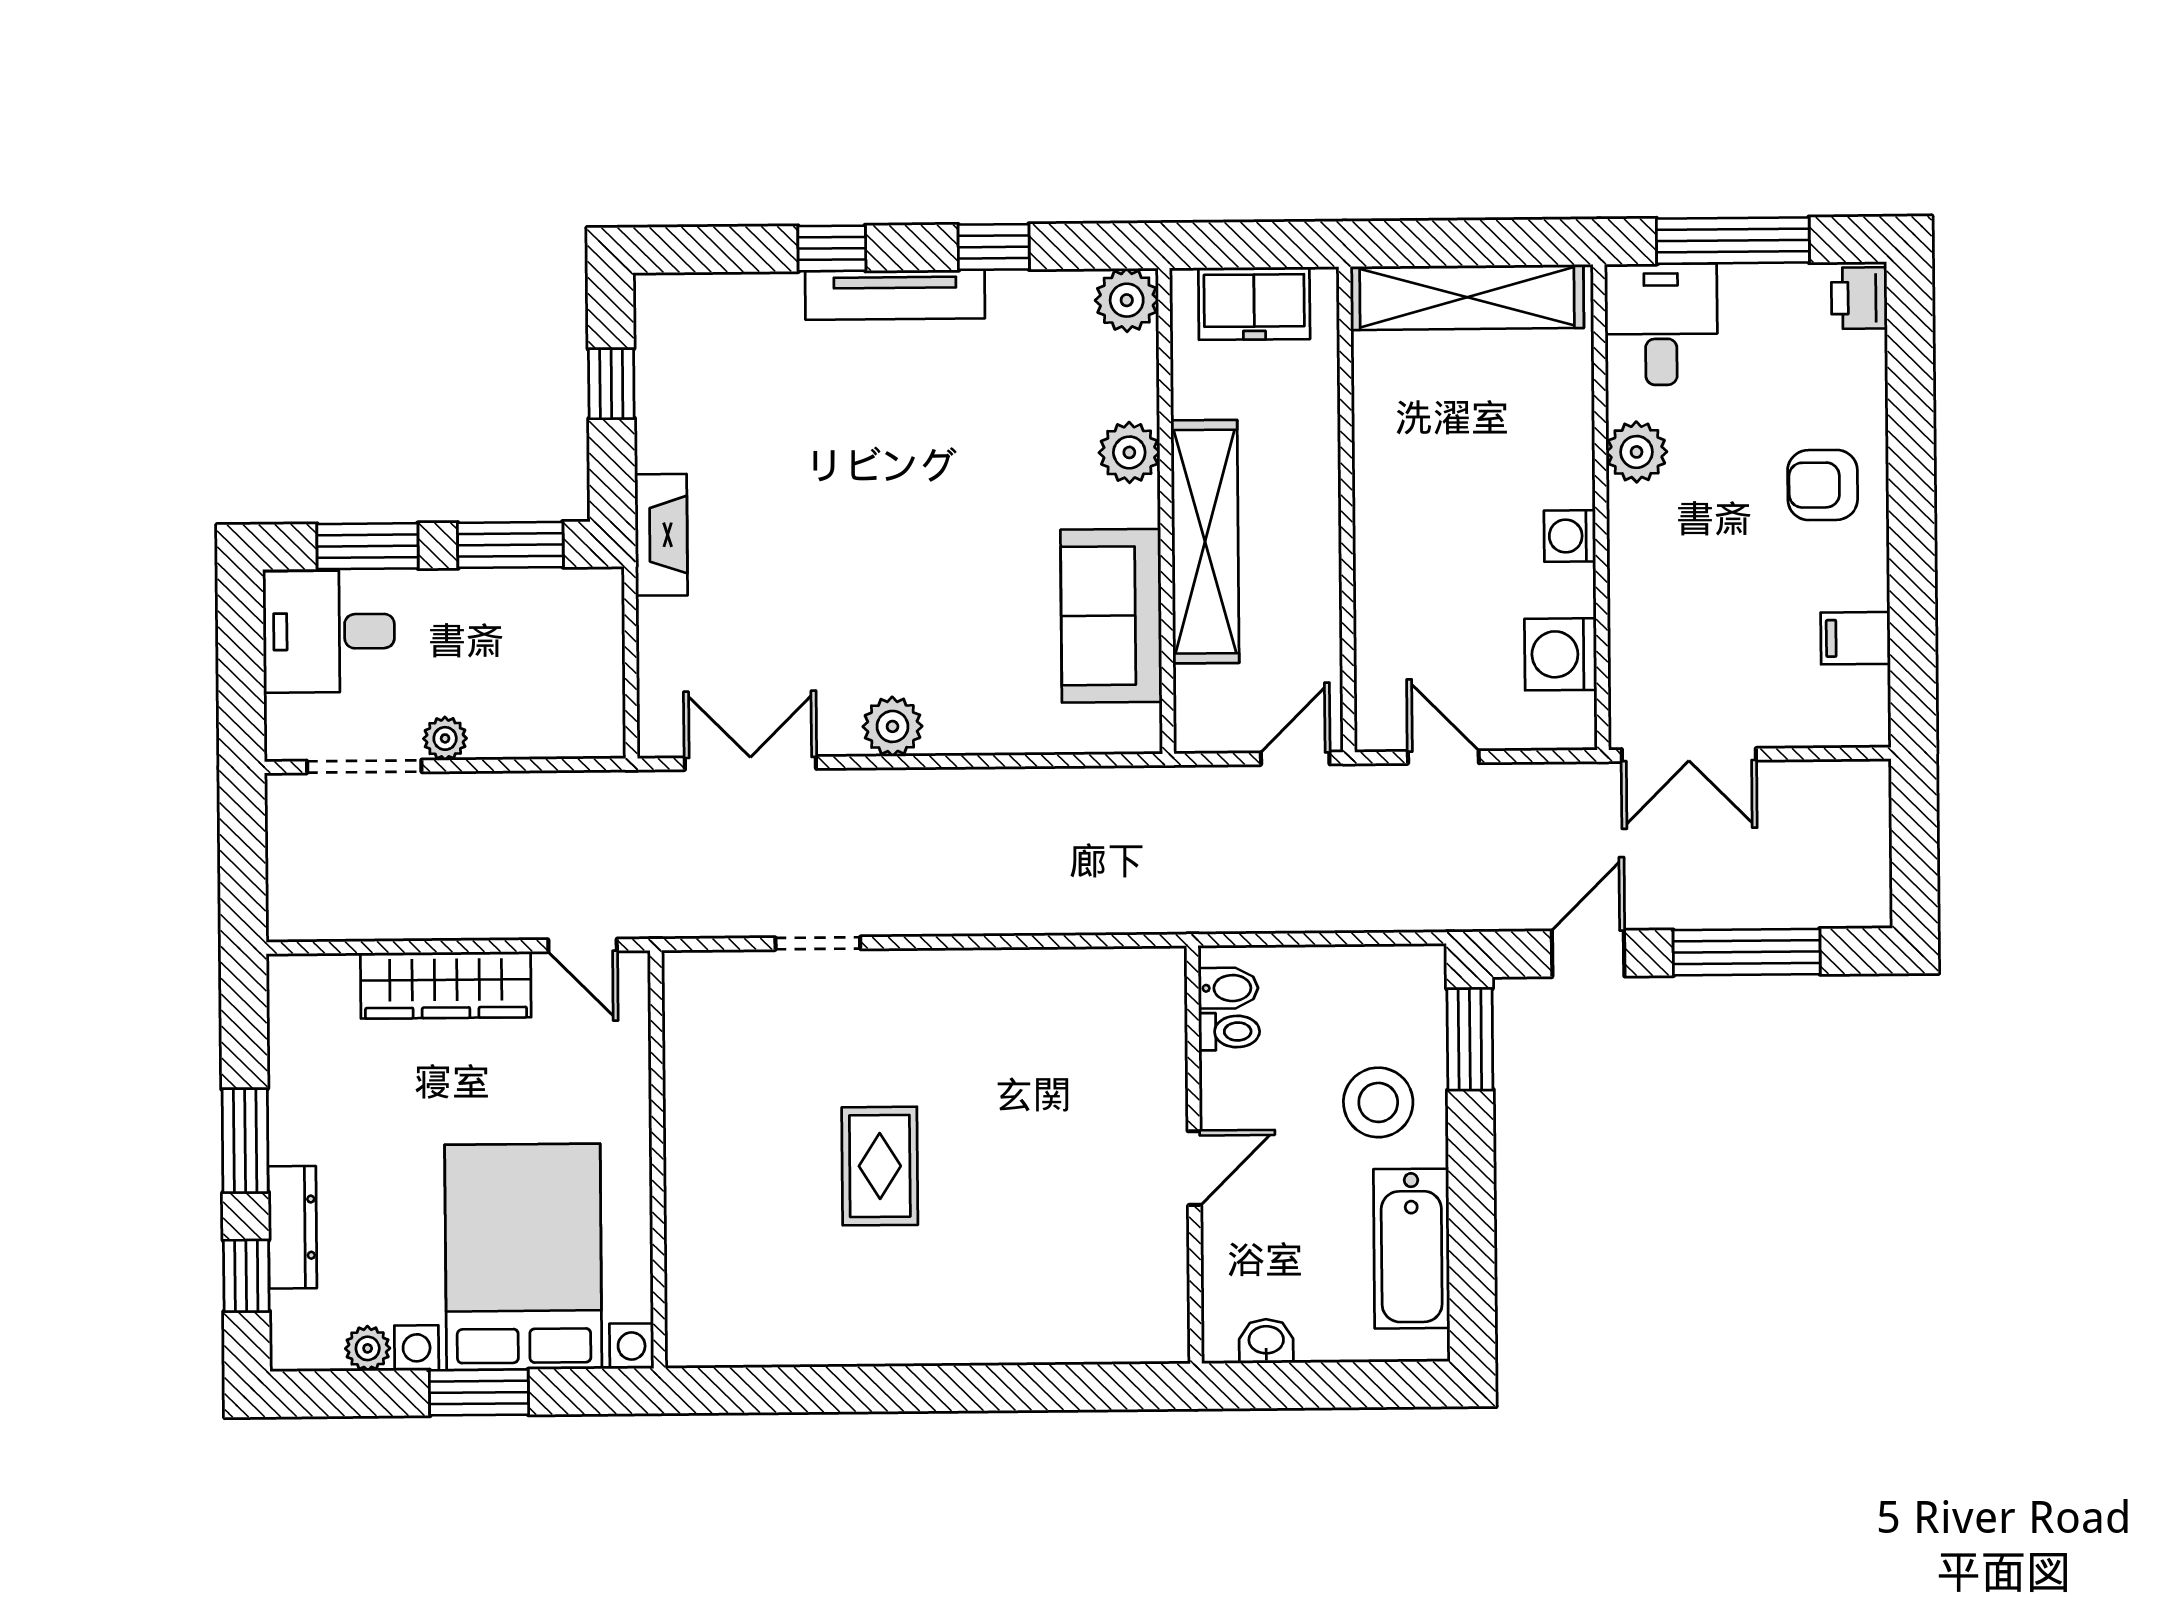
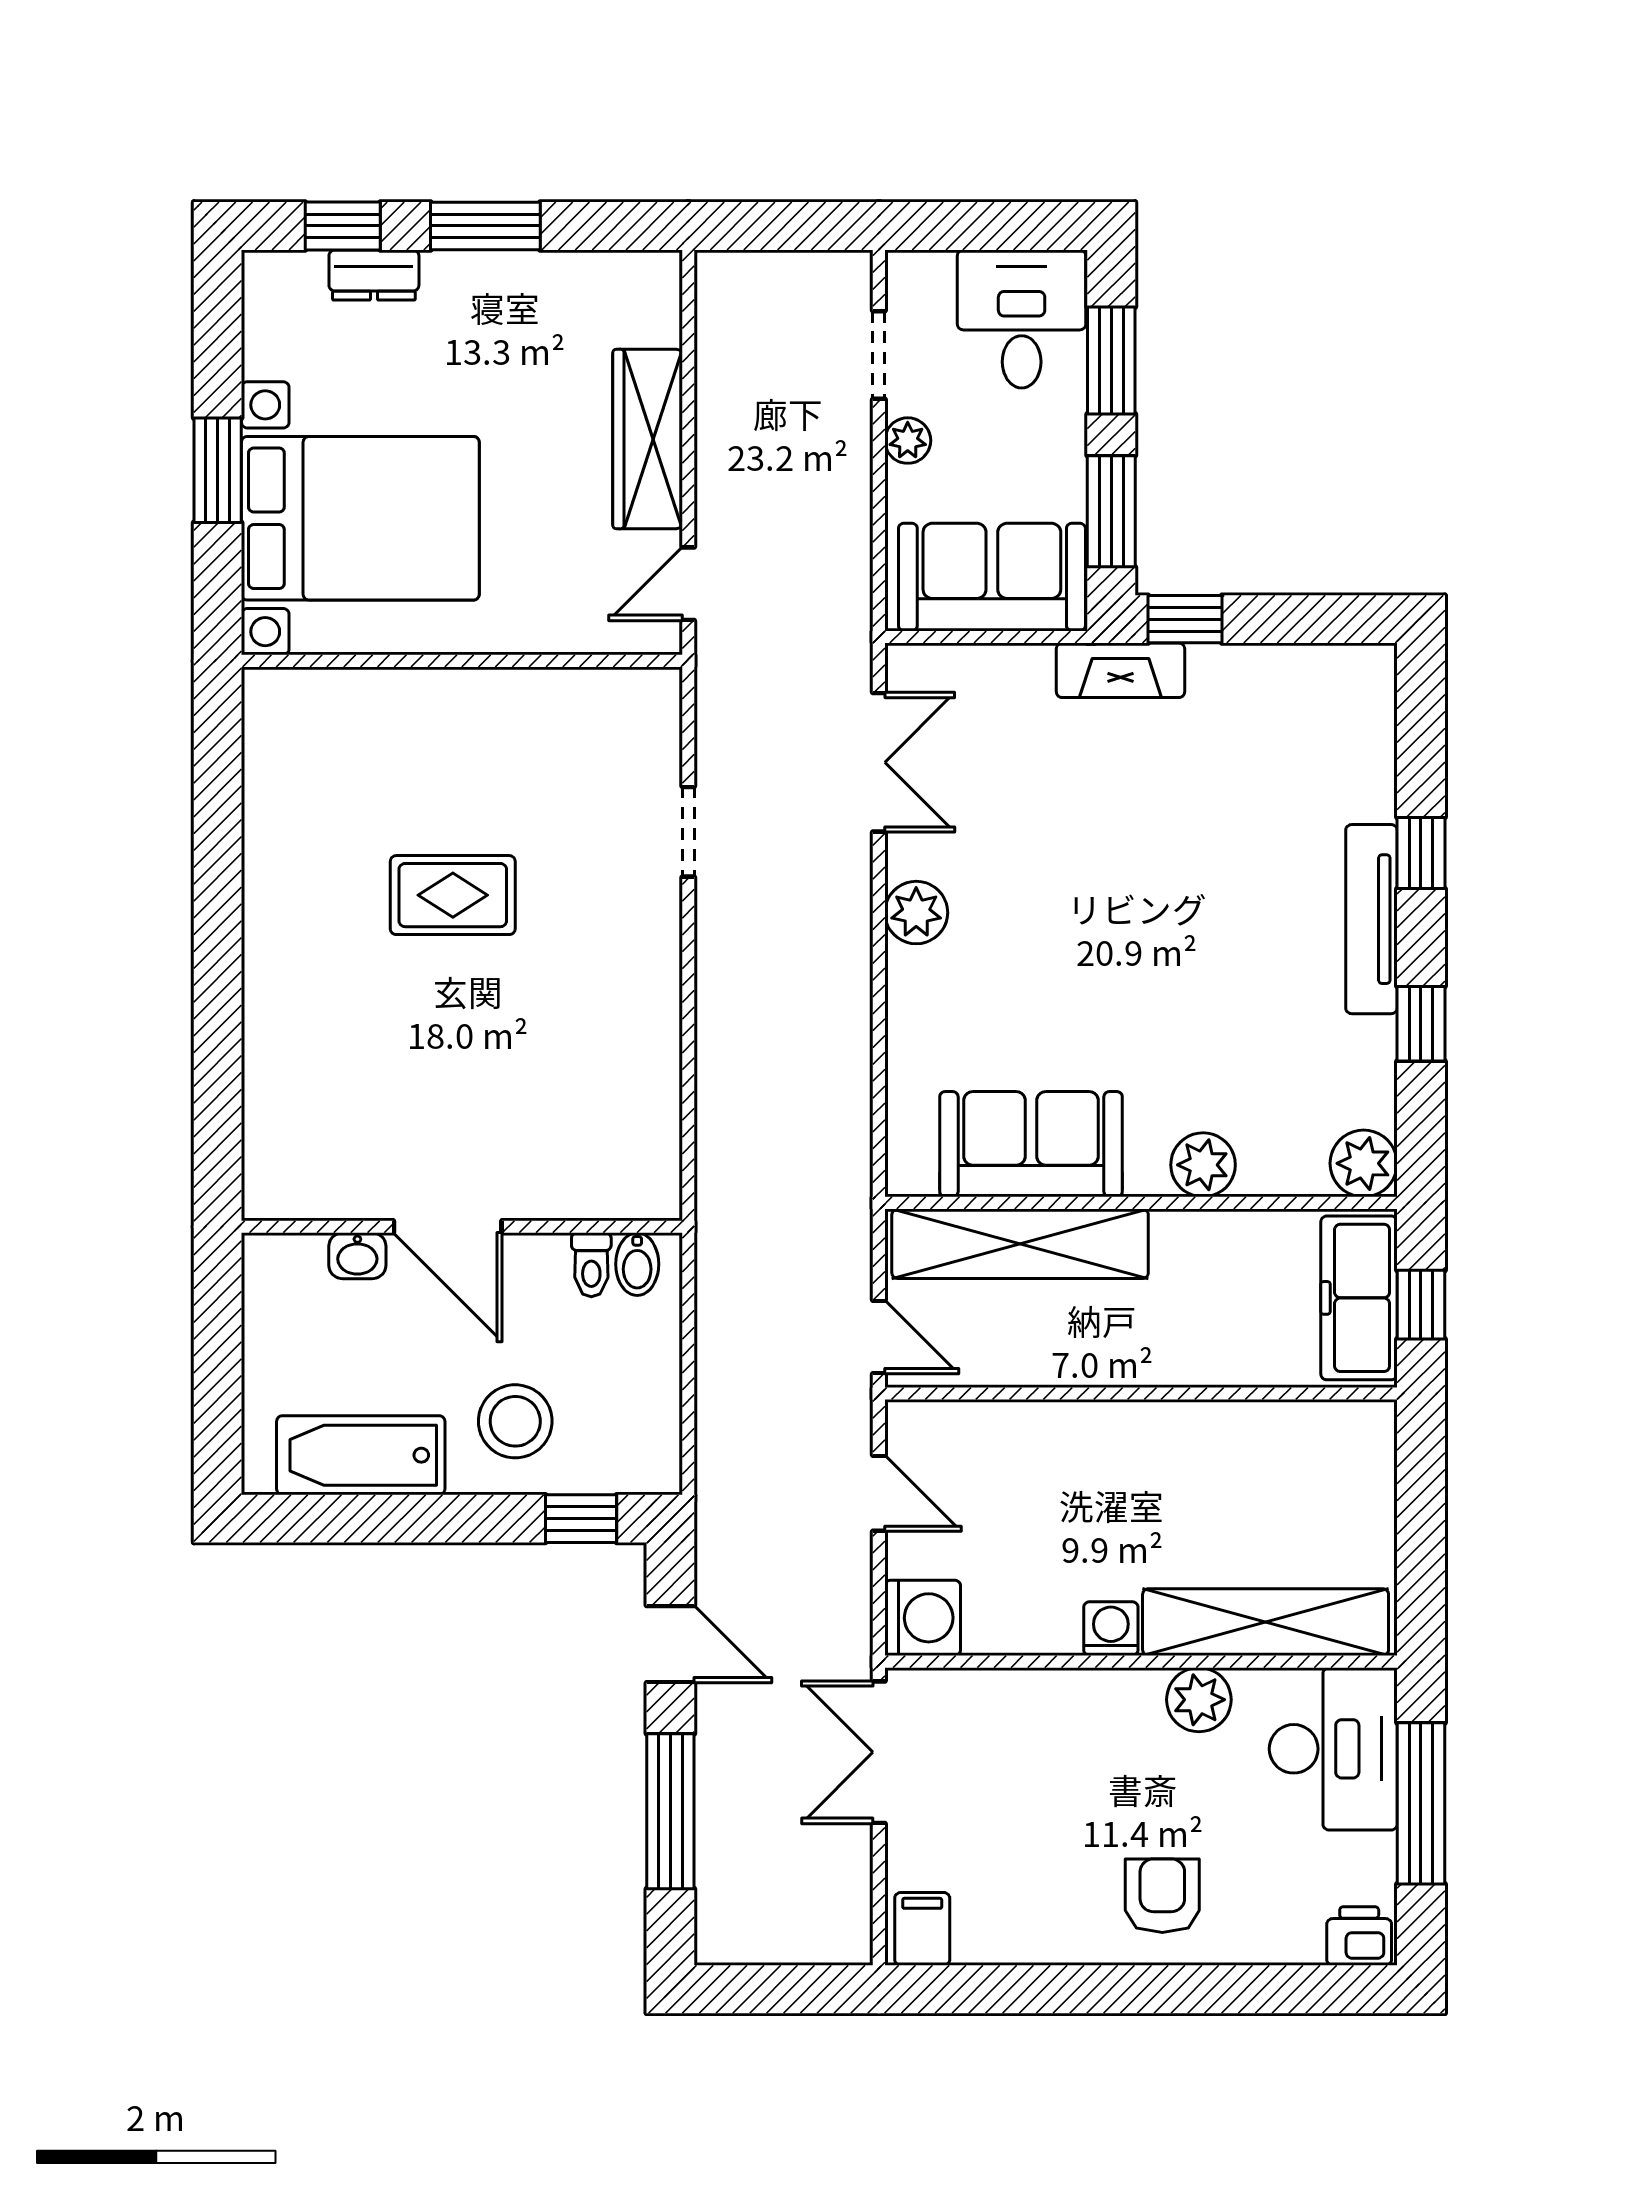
window: (1260, 245) -> (1421, 1305), added
shelving: (1467, 297) -> (1266, 1622), moved, turned 90
freezer: (1254, 303) -> (1359, 1298), width x1.40
desk: (1661, 324) -> (1333, 1749), width x1.37
window: (611, 384) -> (1185, 619), moved
shelving: (1205, 542) -> (1020, 1244), moved
filing cabinet: (1855, 638) -> (922, 1929), moved
washing machine: (1561, 654) -> (923, 1618), moved, turned 90
sofa: (574, 657) -> (992, 577), added
door: (1443, 757) -> (879, 1493), hinge flipped
doorway: (364, 766) -> (879, 355), width x0.73
window: (1470, 1039) -> (581, 1519), width x0.67
door: (1194, 1168) -> (448, 1227), width x1.38
dresser: (292, 1227) -> (374, 275), width x0.70
washbasin: (1266, 1341) -> (357, 1256), moved, turned 90
plant: (368, 1348) -> (265, 353), removed

